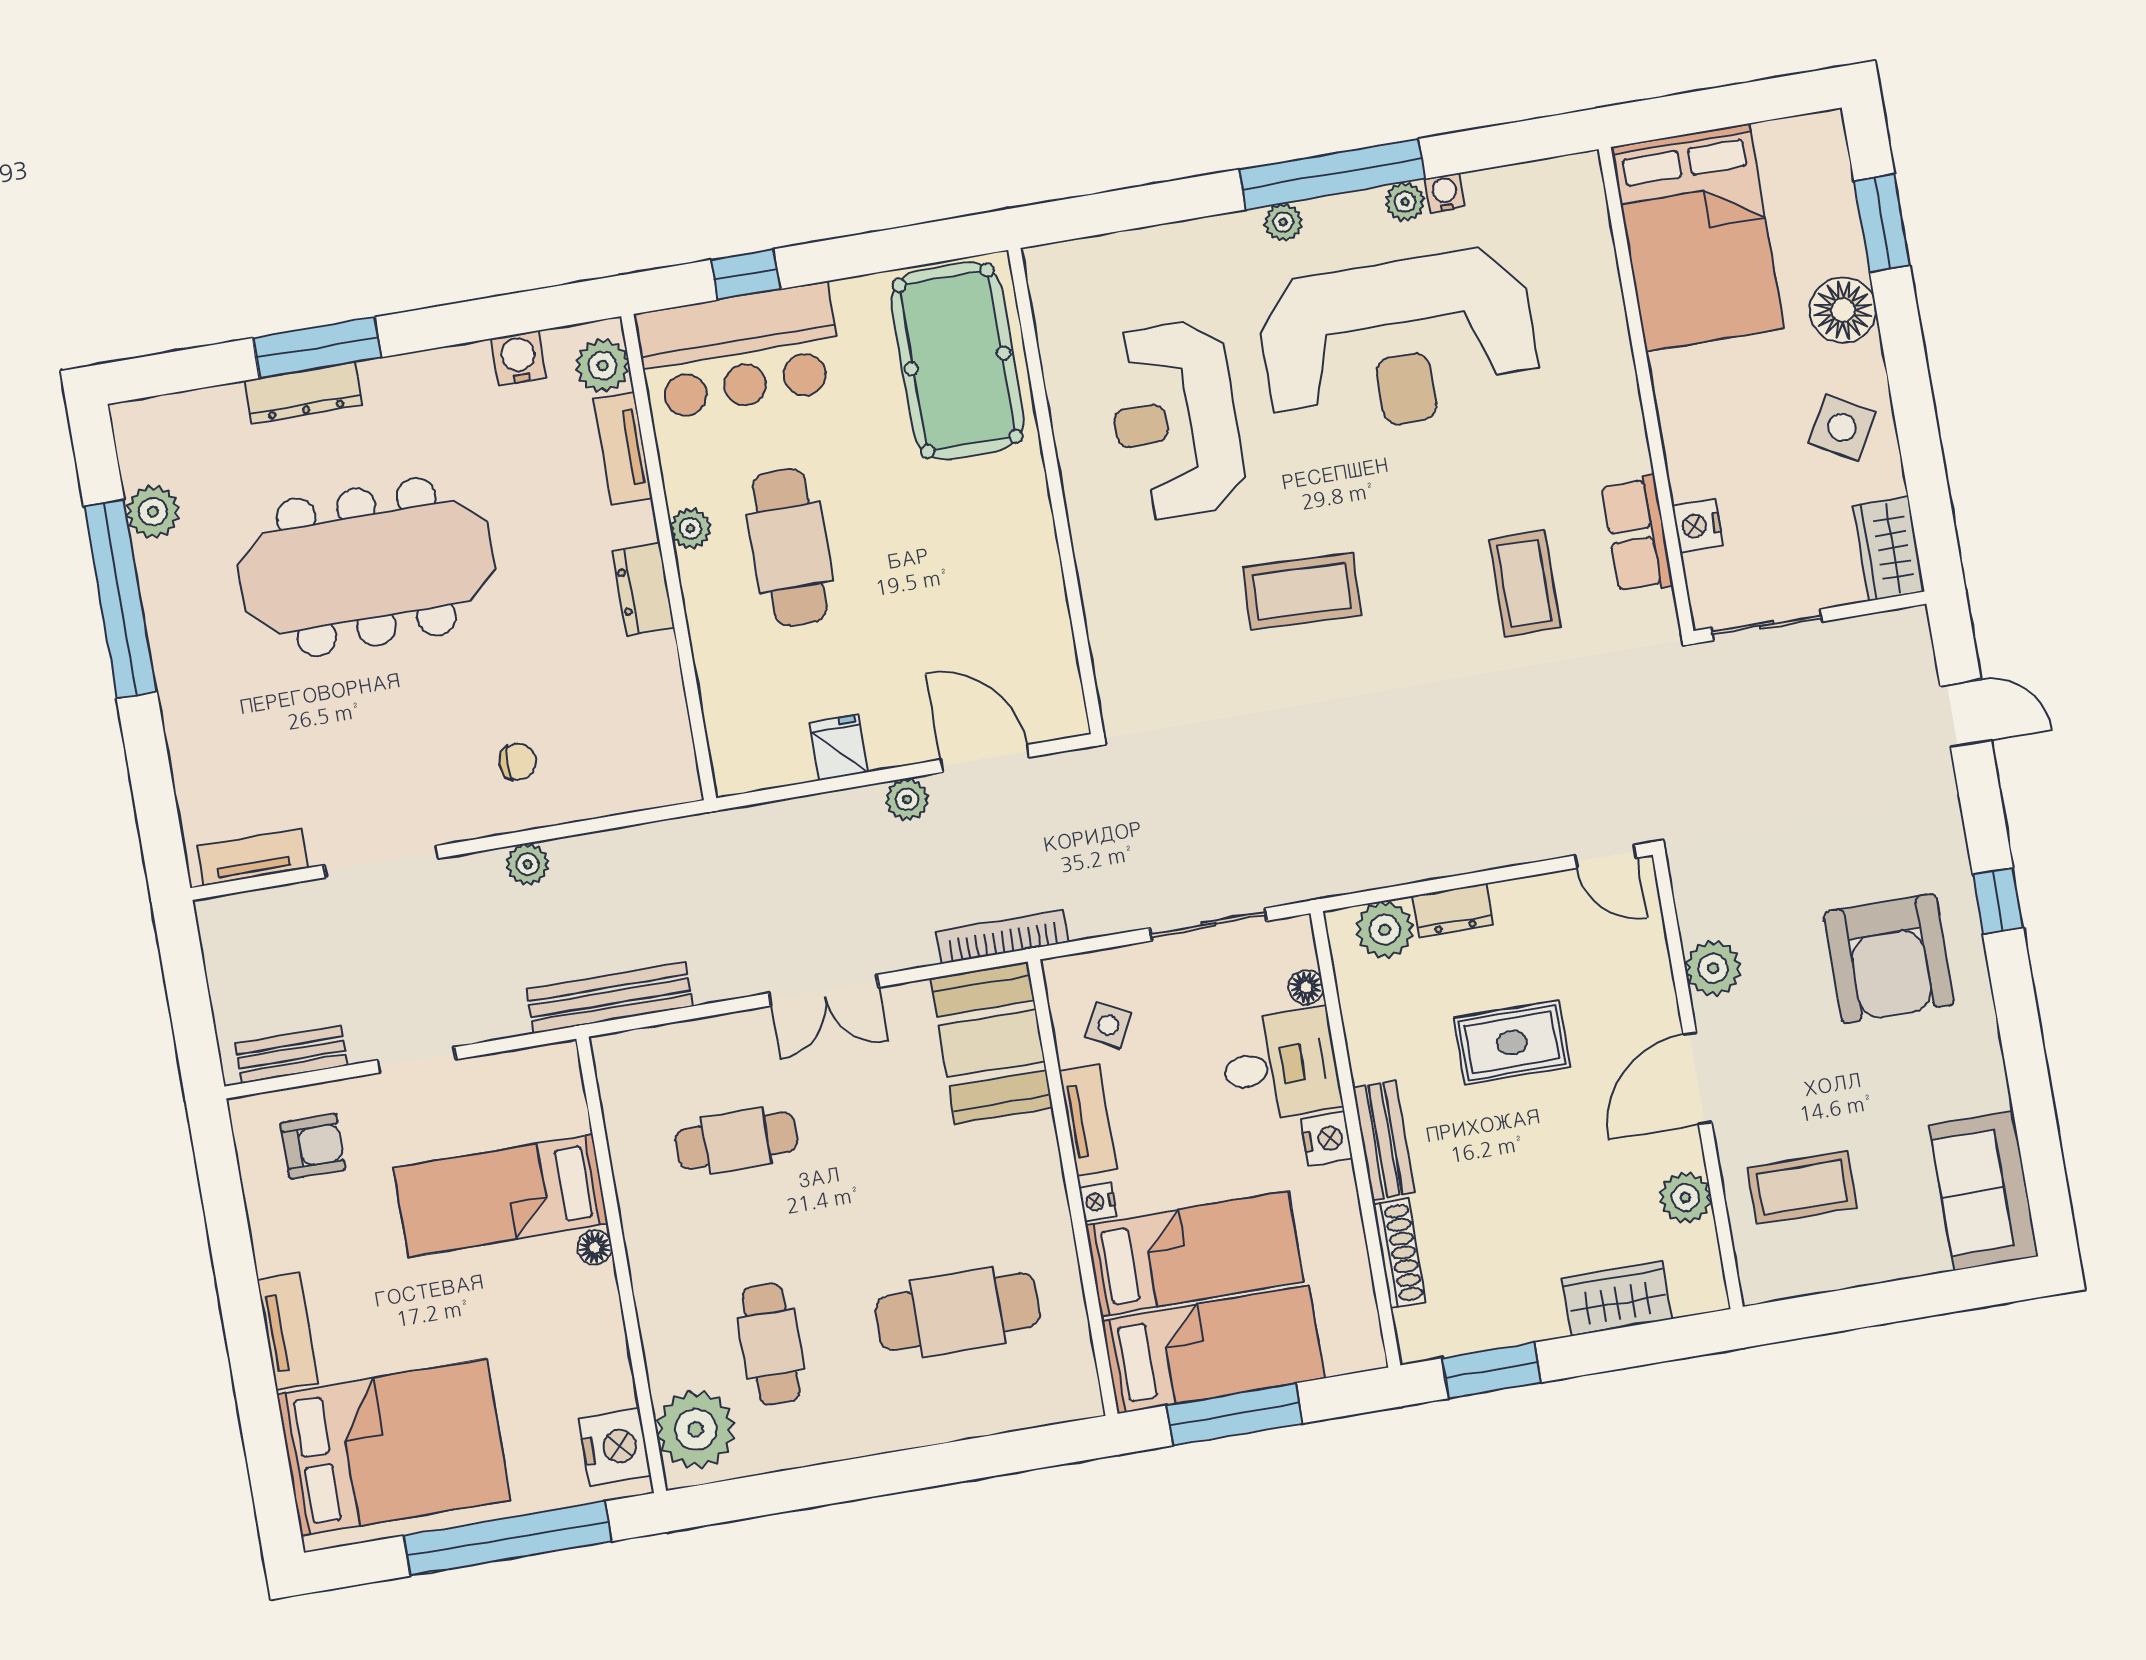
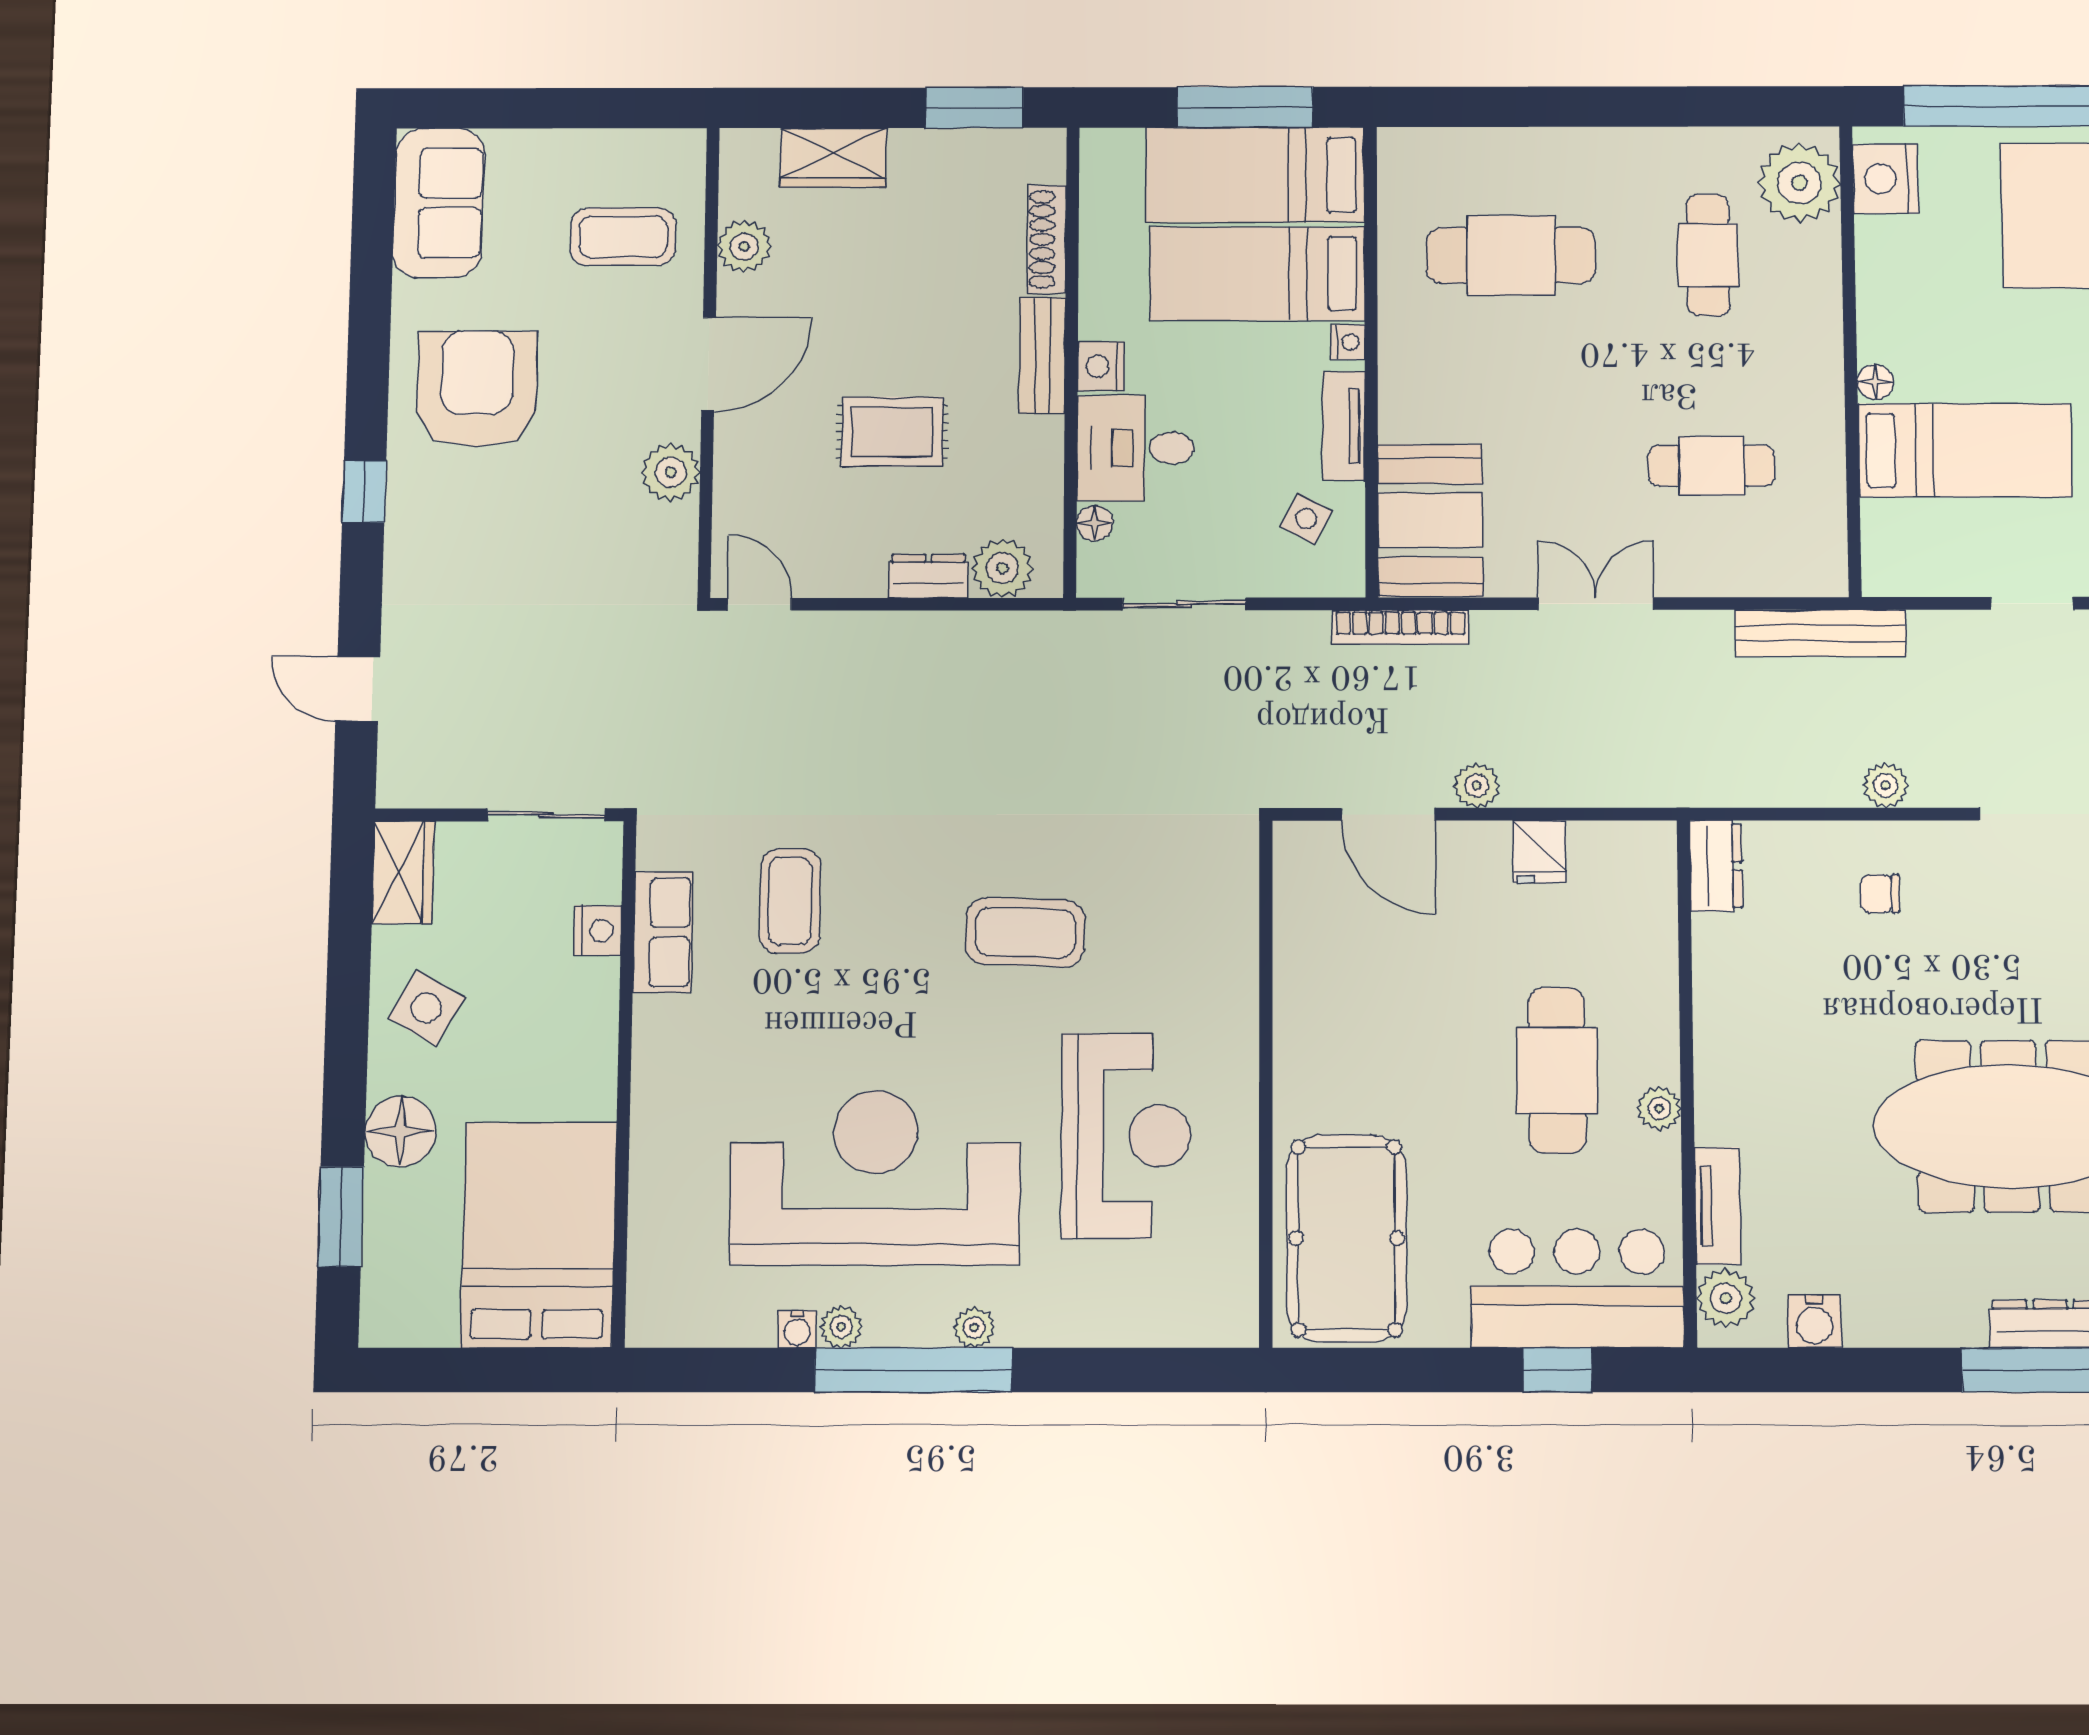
dresser: (644, 589) -> (1716, 866), moved
armchair: (1889, 959) -> (477, 389), moved

